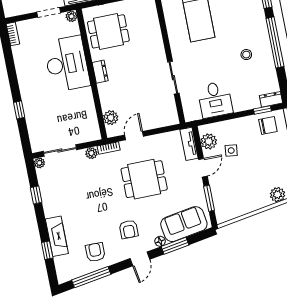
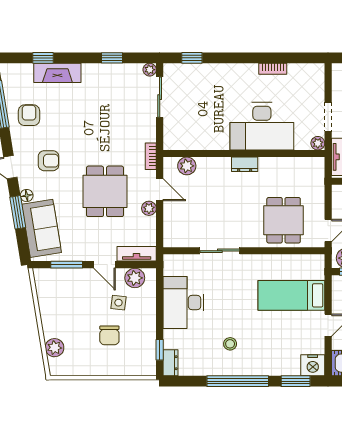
dining table: (108, 31) -> (284, 220), moved
bookcase: (13, 34) -> (273, 69), moved
desk: (215, 100) -> (183, 303), width x1.37
window: (19, 110) -> (192, 58), moved
chair: (268, 126) -> (109, 335), moved
plant: (91, 153) -> (149, 208), moved
armchair: (129, 229) -> (49, 161), turned 180
armchair: (95, 252) -> (29, 115), turned -90

